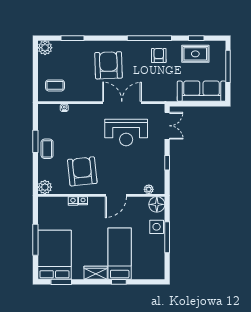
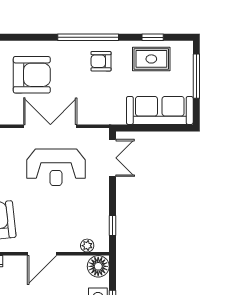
armchair: (159, 56) -> (101, 61), turned -90
armchair: (108, 65) -> (32, 75), turned 92
window: (167, 163) -> (112, 225), moved

